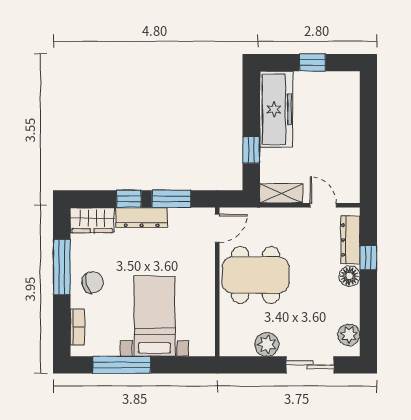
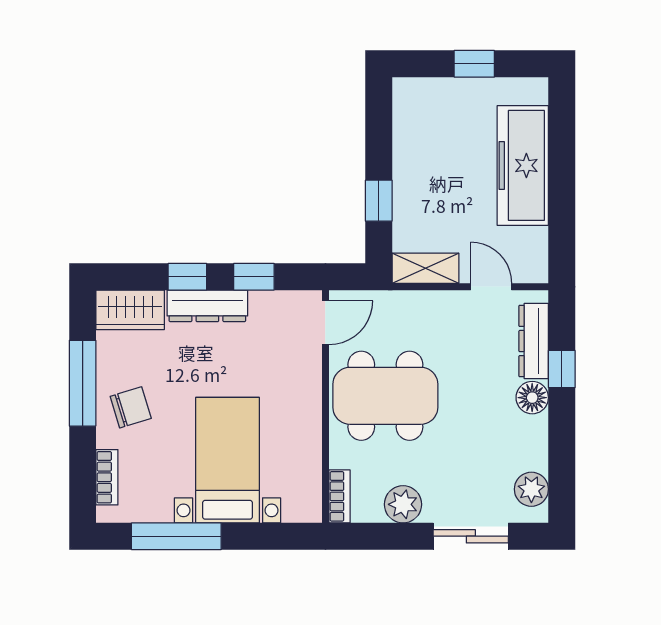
freezer: (276, 109) -> (523, 165), moved, turned 180
window: (171, 199) -> (254, 277), width x0.67
bookcase: (226, 339) -> (339, 496), added

